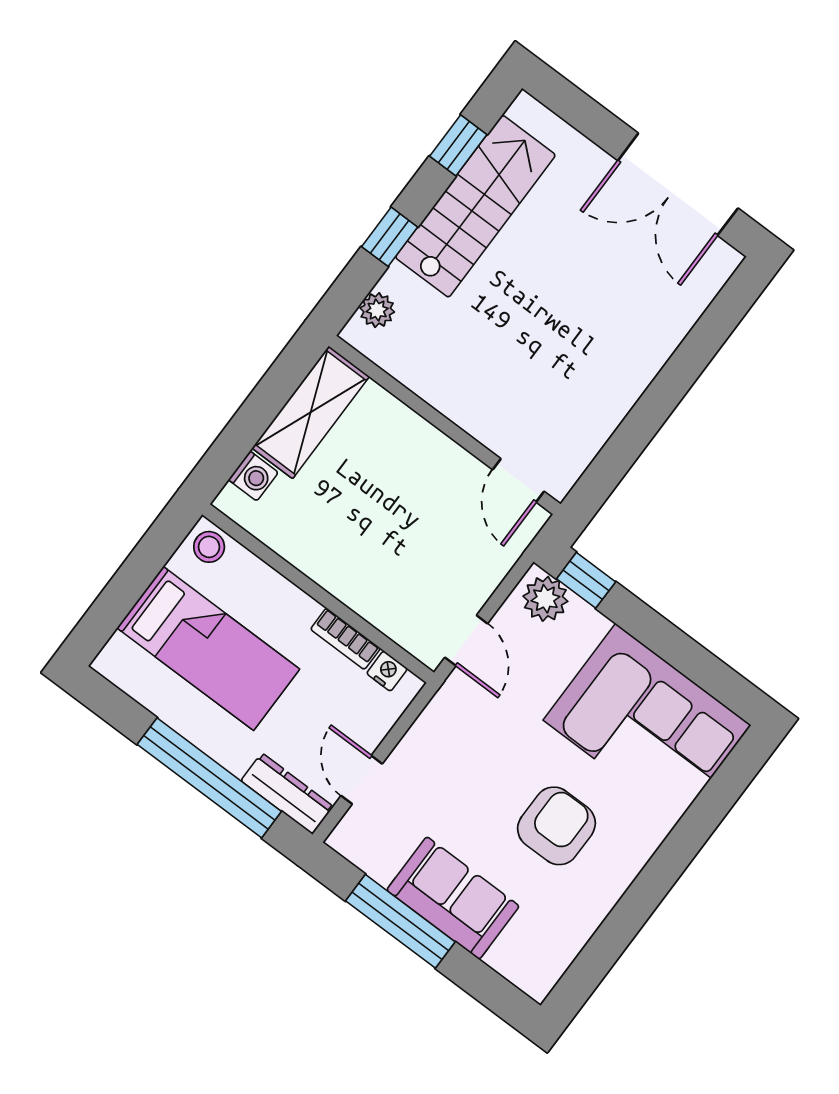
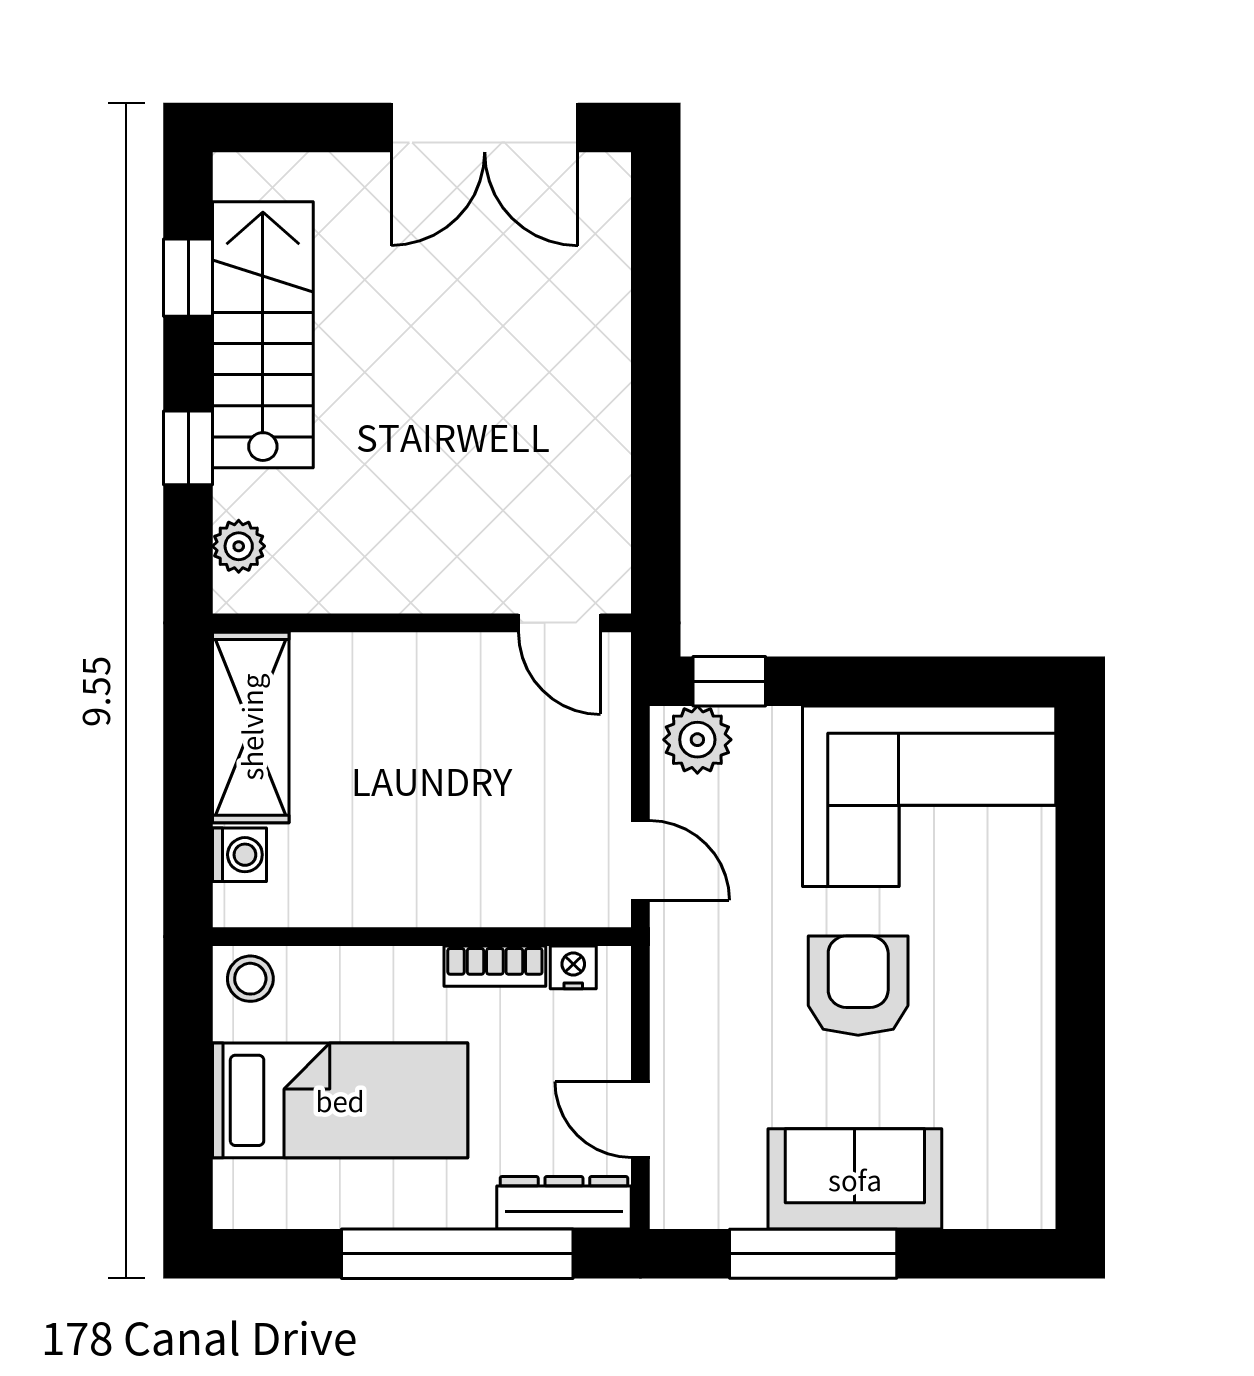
armchair: (556, 826) -> (858, 986), moved

